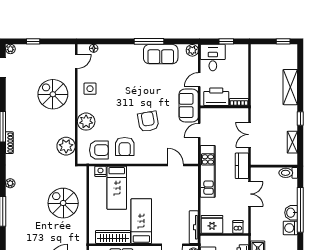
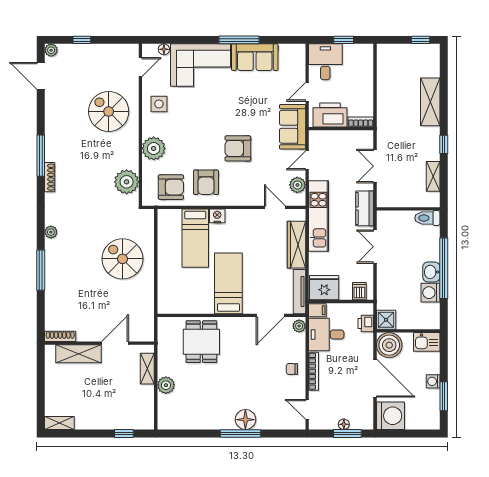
plant: (192, 50) -> (297, 185), moved
corner sofa: (121, 60) -> (201, 65), added
armchair: (148, 121) -> (238, 148), turned -80
nightstand: (100, 171) -> (217, 216), moved
double door: (249, 194) -> (375, 247), swing flipped
wardrobe: (113, 237) -> (296, 245), moved, turned -90
filing cabinet: (207, 241) -> (317, 310), added

